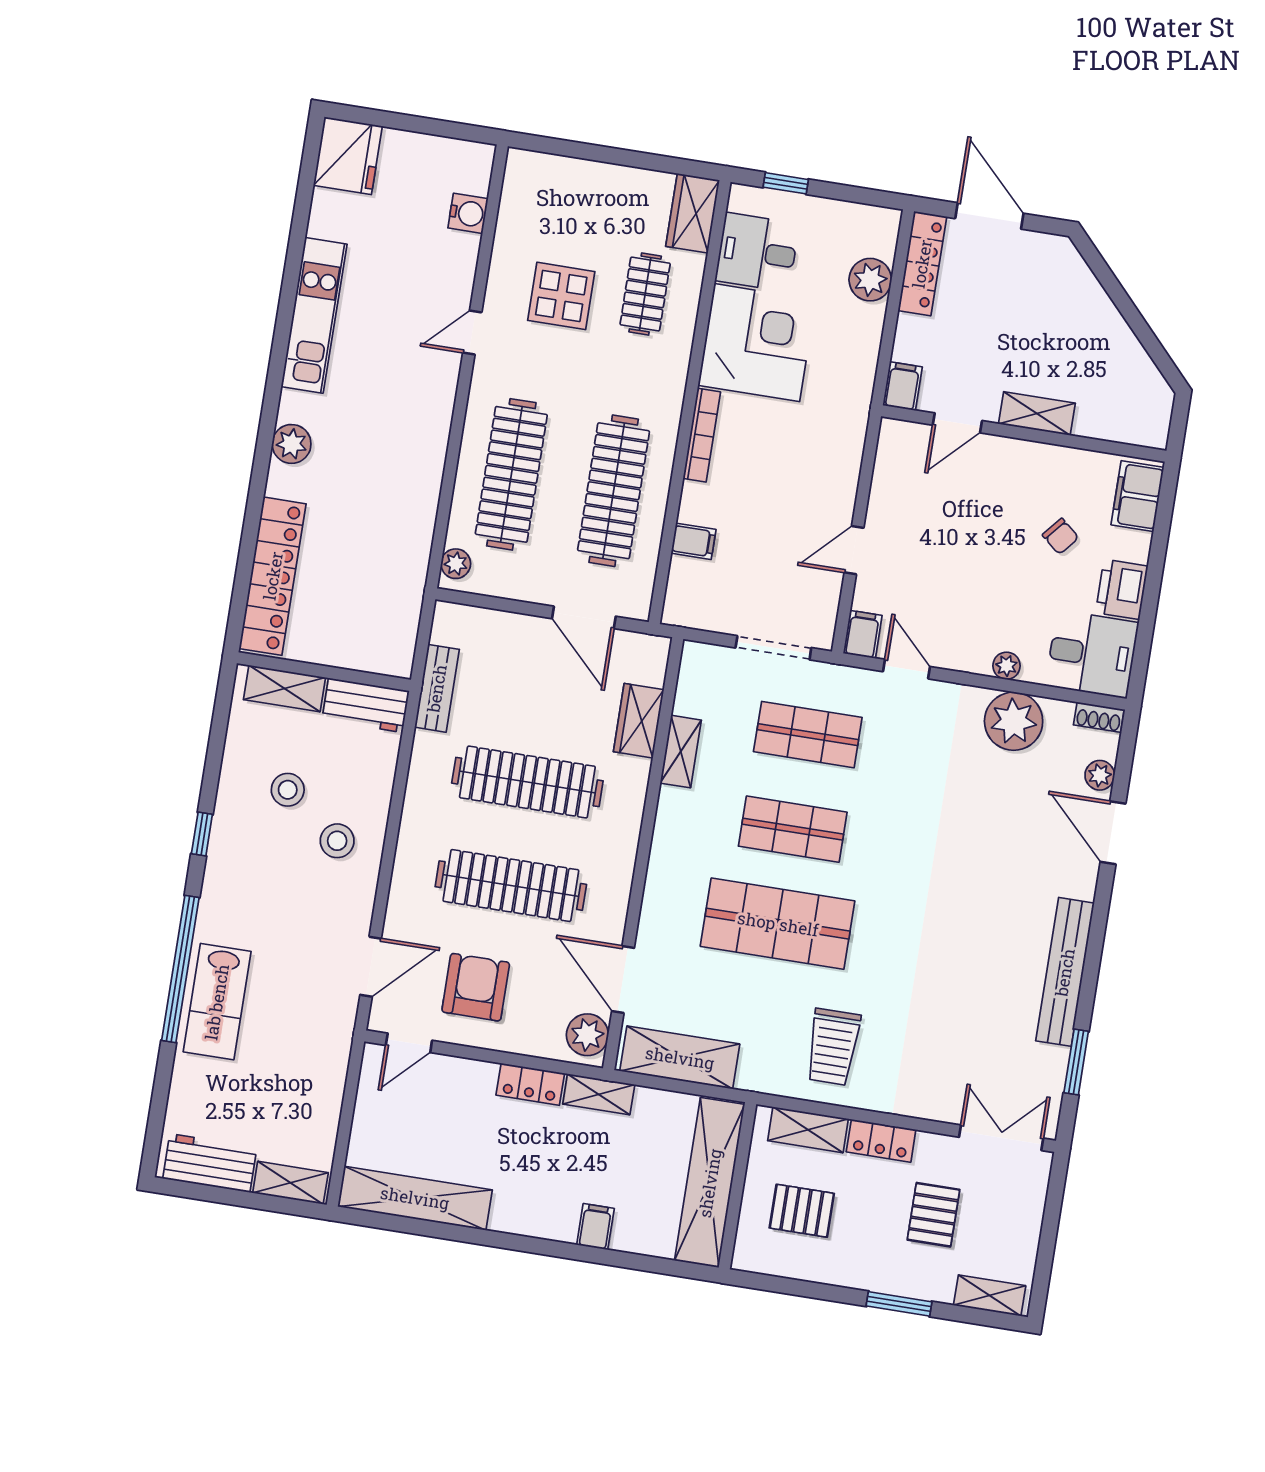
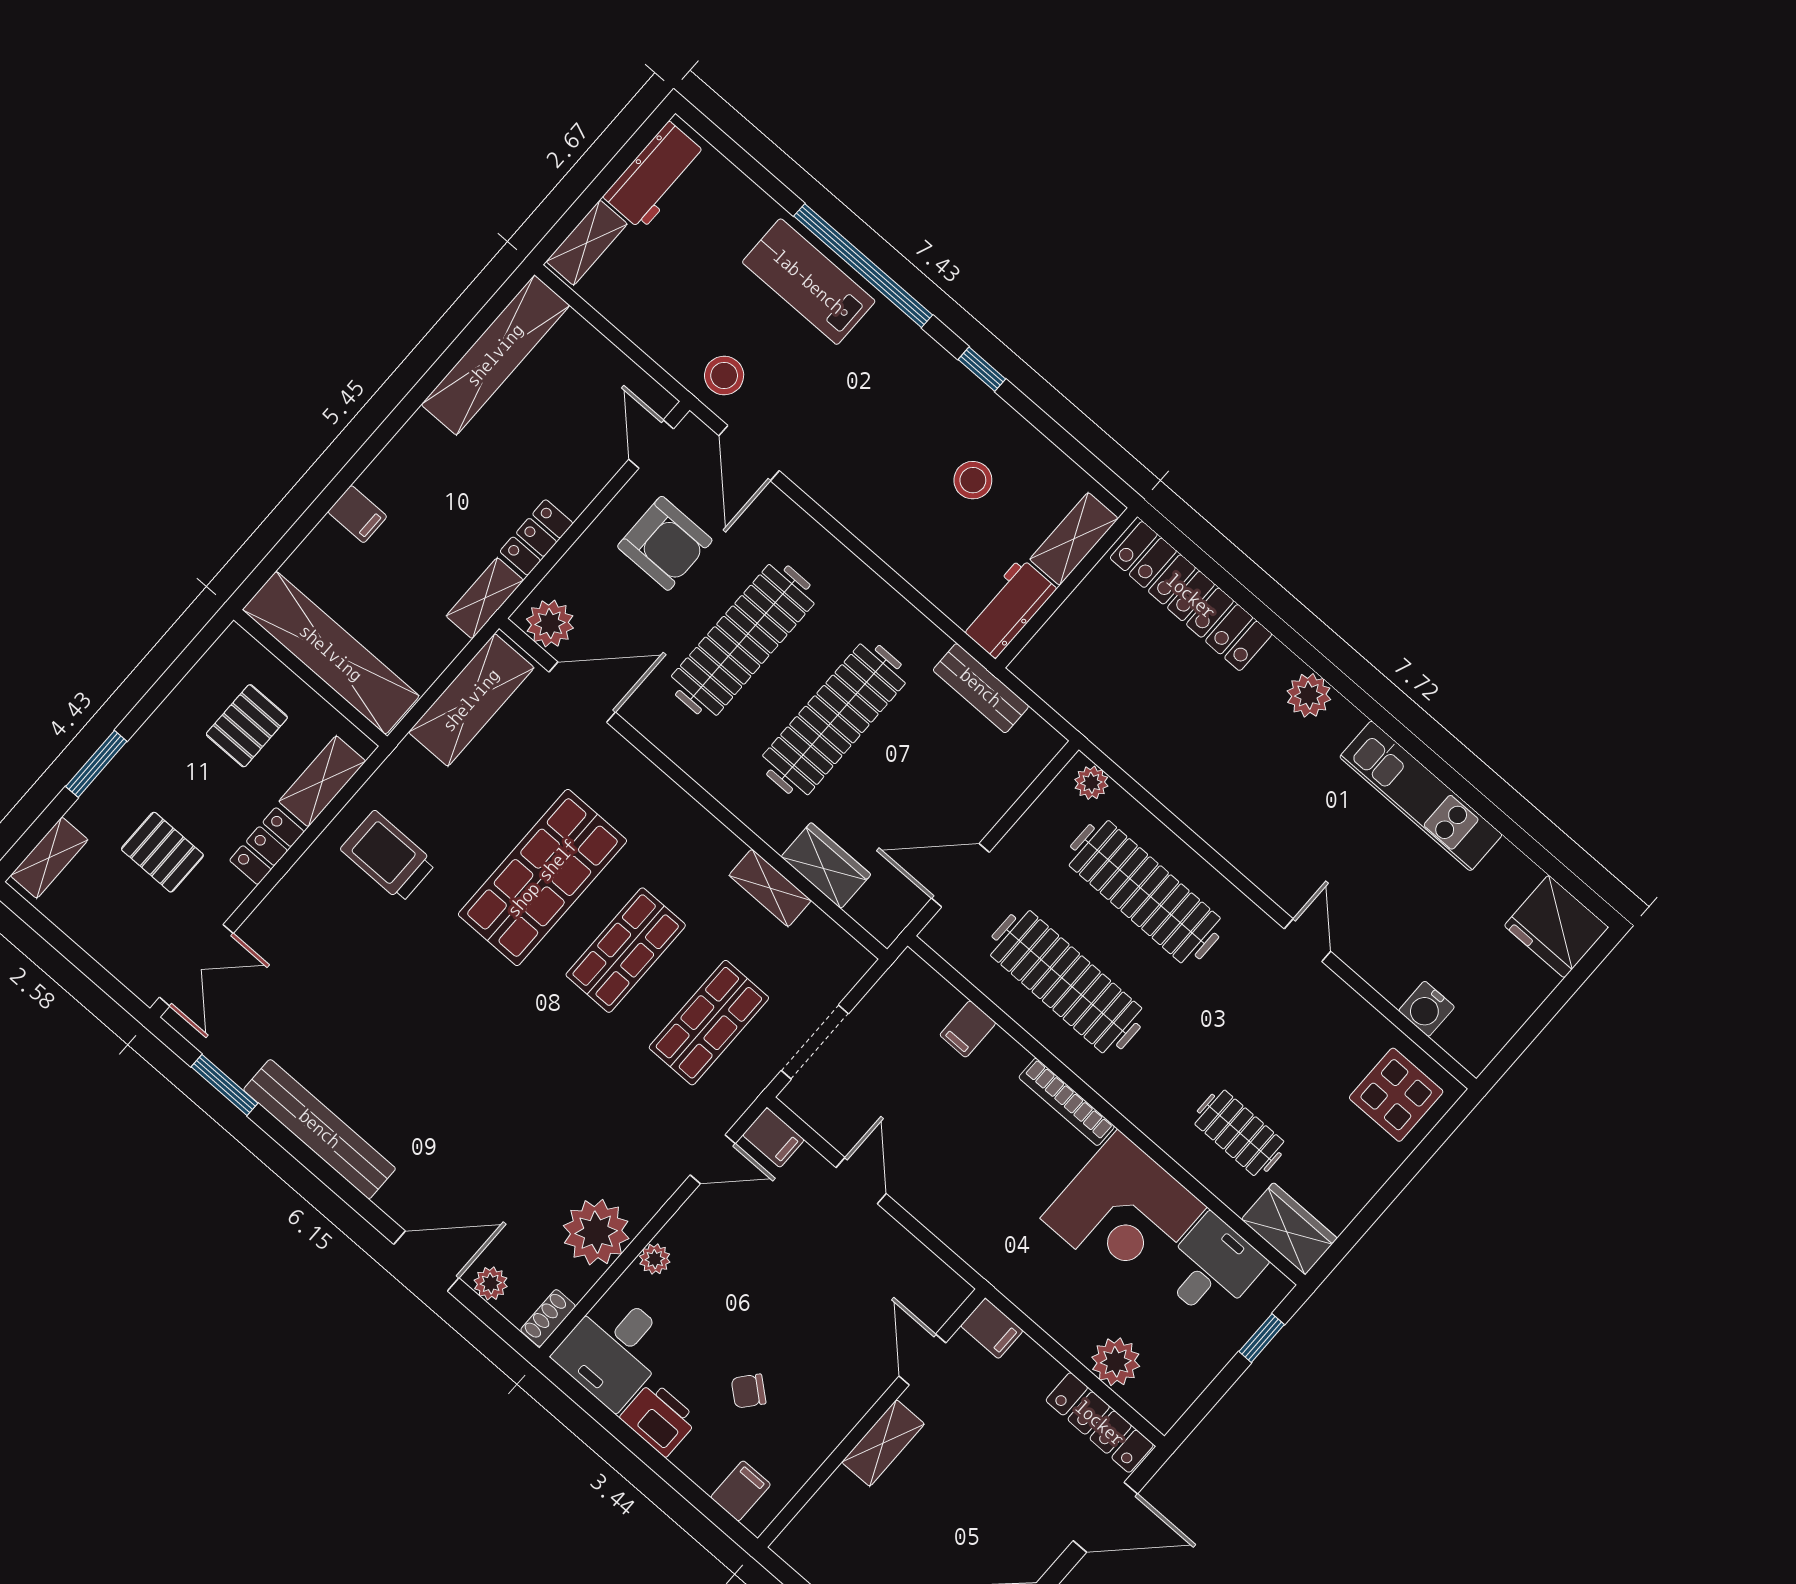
display table: (561, 296) -> (1396, 1095), moved
filing cabinet: (1137, 496) -> (741, 1491), width x0.50
stool: (337, 841) -> (724, 375), moved

